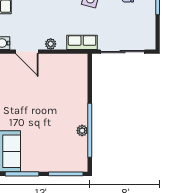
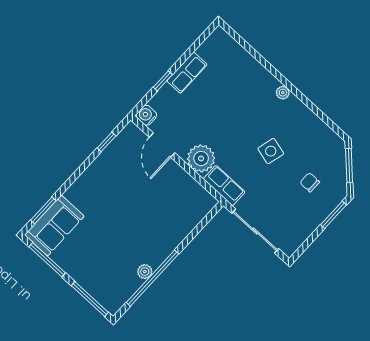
plant: (51, 44) -> (201, 158), width x1.88, depth x1.88

